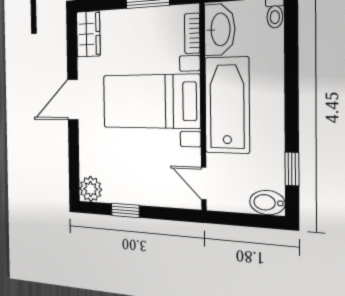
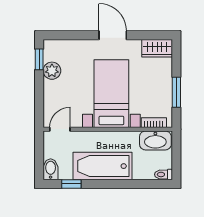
bathtub: (227, 105) -> (102, 166), moved, turned 180
plant: (91, 189) -> (52, 71), moved
window: (125, 210) -> (39, 59), moved

